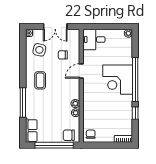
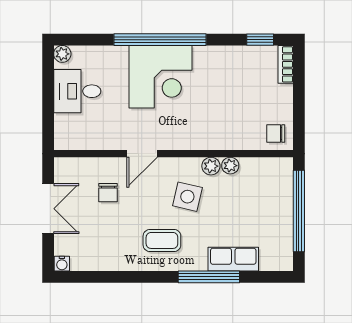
desk: (94, 40) -> (77, 91), moved, turned 90
side table: (39, 50) -> (187, 197), moved
door: (81, 71) -> (142, 154), hinge flipped
window: (135, 113) -> (260, 40), moved
row of seats: (31, 131) -> (233, 259), moved
chair: (69, 135) -> (278, 180), removed

